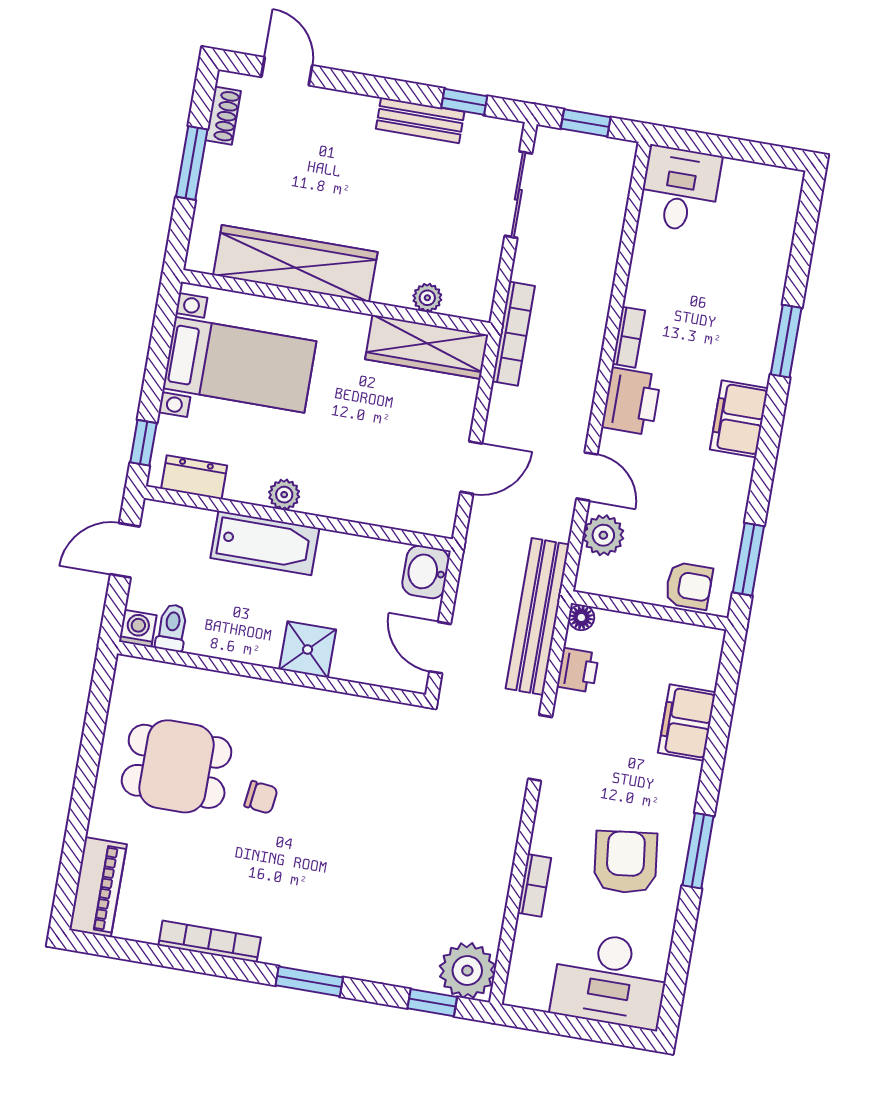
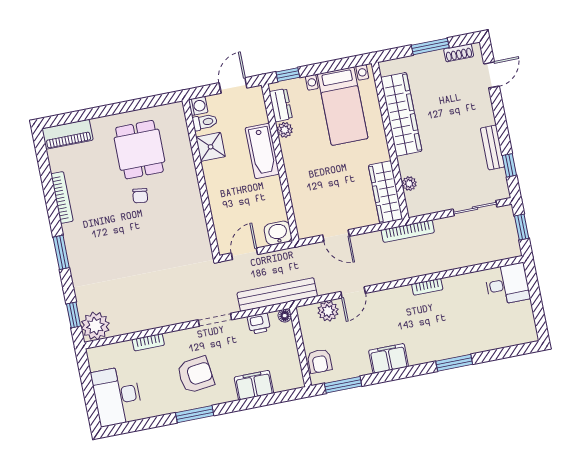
printer: (631, 401) -> (397, 300), removed
filing cabinet: (739, 419) -> (389, 358), moved
plant: (284, 495) -> (285, 130), moved
door: (125, 550) -> (233, 85), hinge flipped
shower: (308, 649) -> (211, 147), moved
armchair: (626, 862) -> (196, 375), moved

